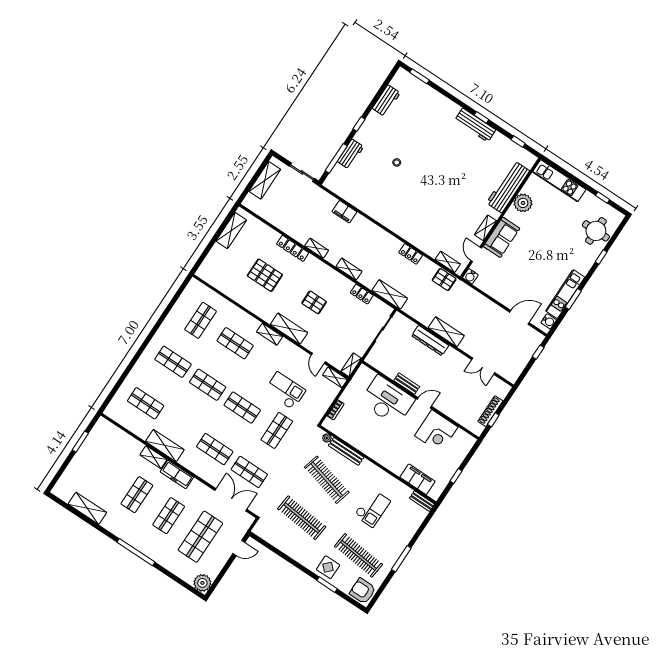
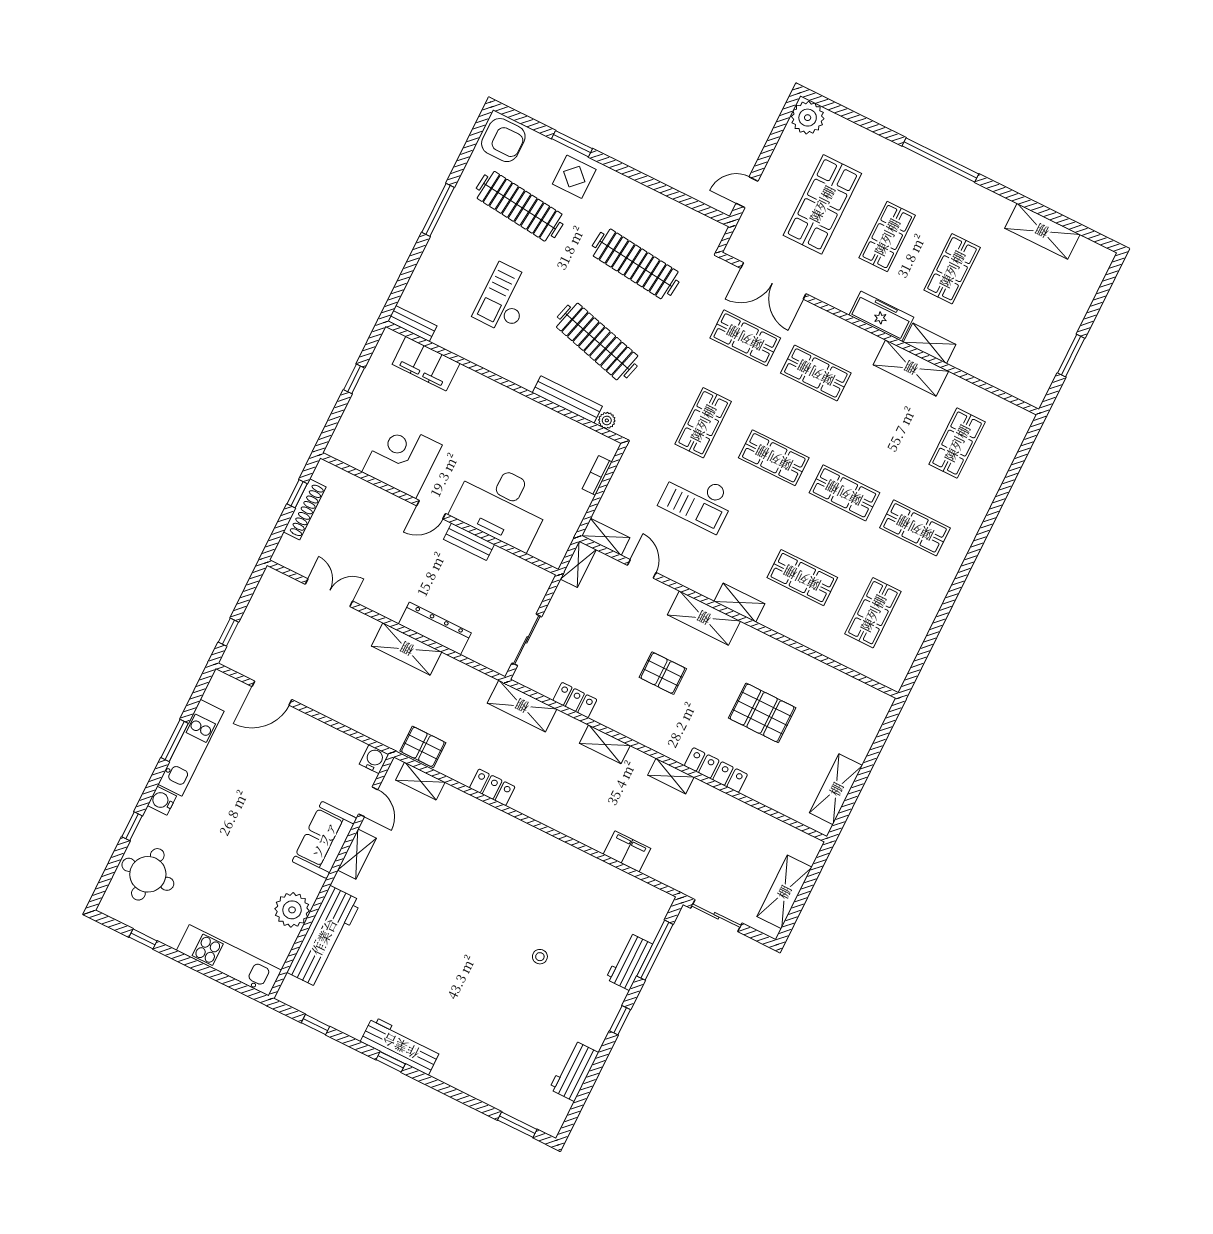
water cooler: (549, 321) -> (162, 801), moved
shop shelf: (146, 403) -> (957, 443), turned 90

